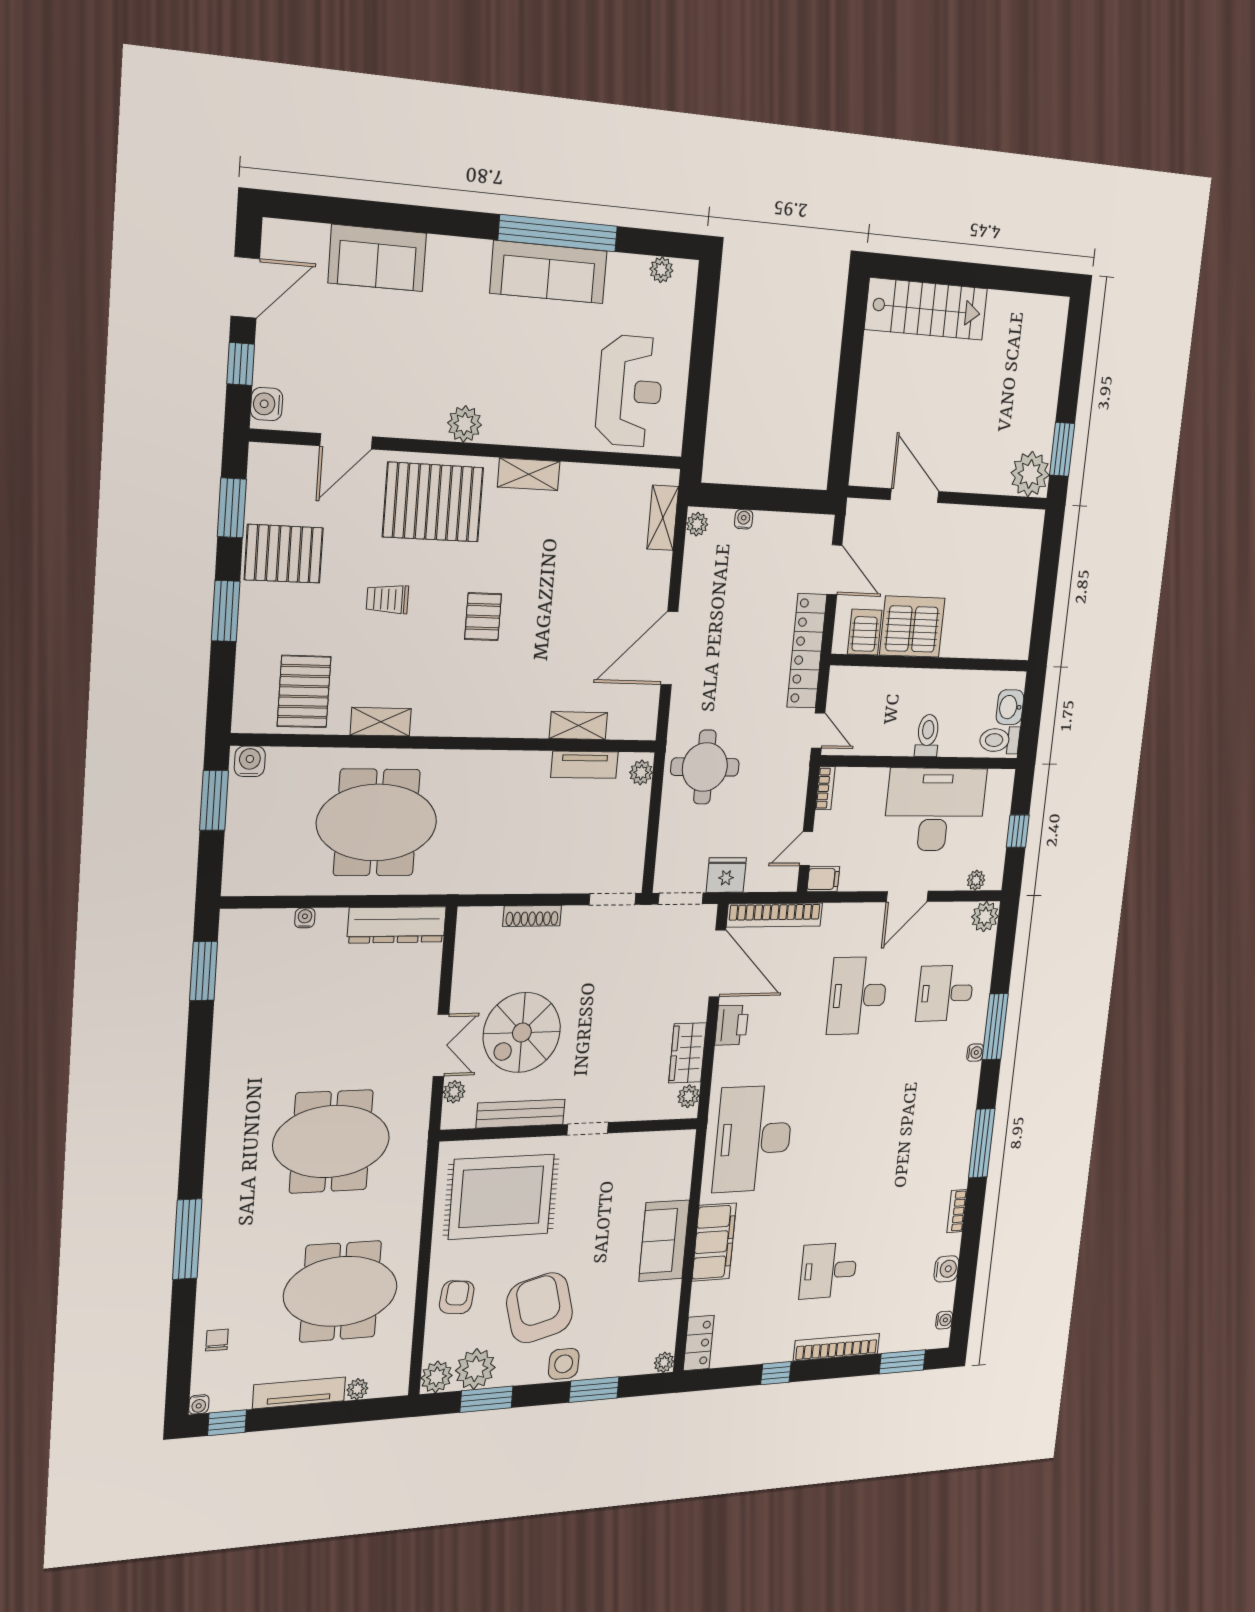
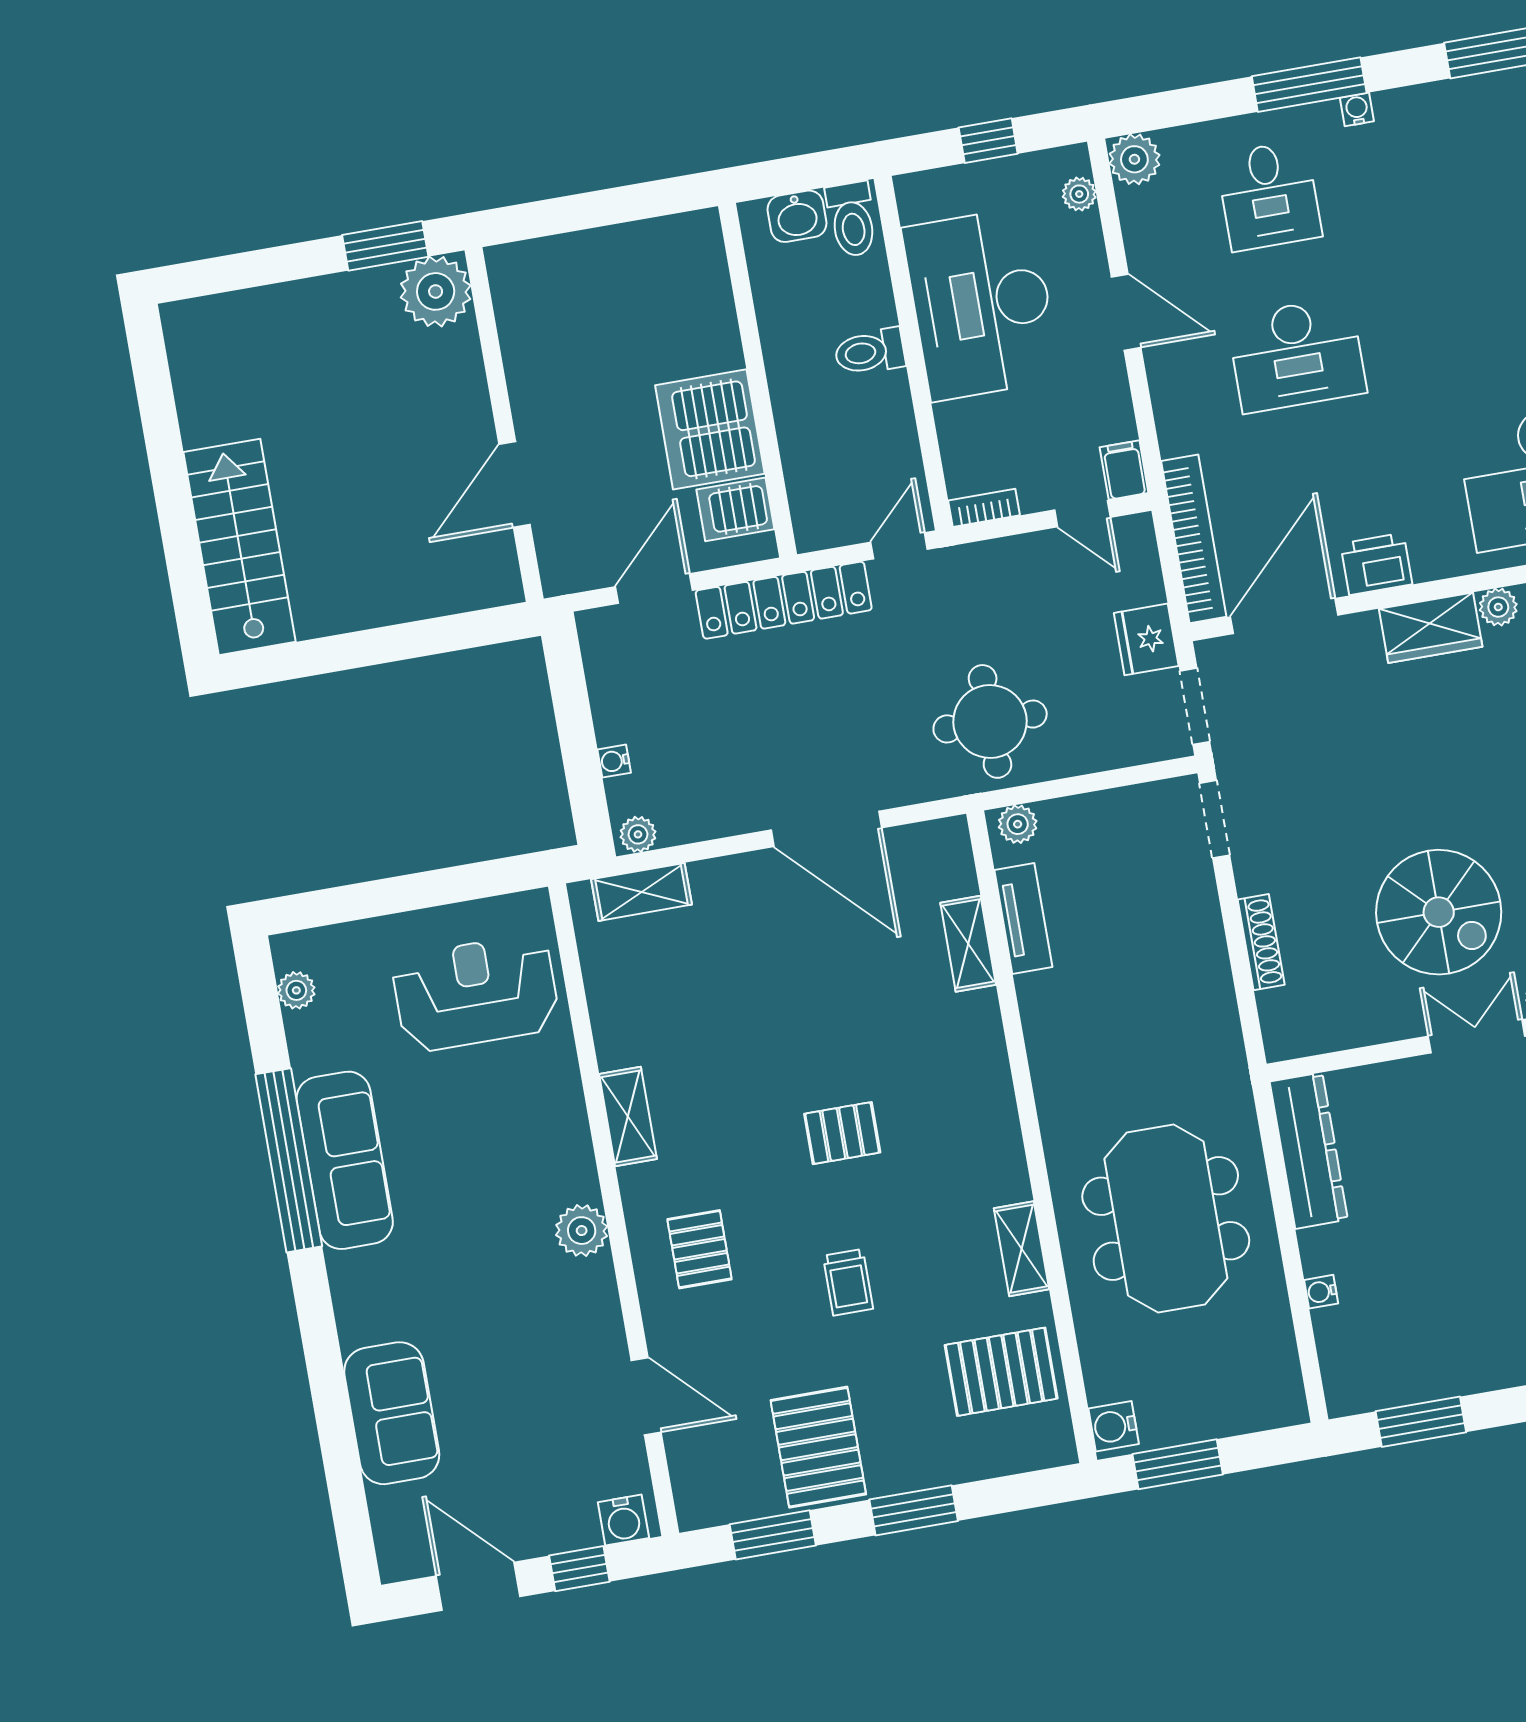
pallet: (433, 502) -> (699, 1249), width x0.49, depth x0.50

